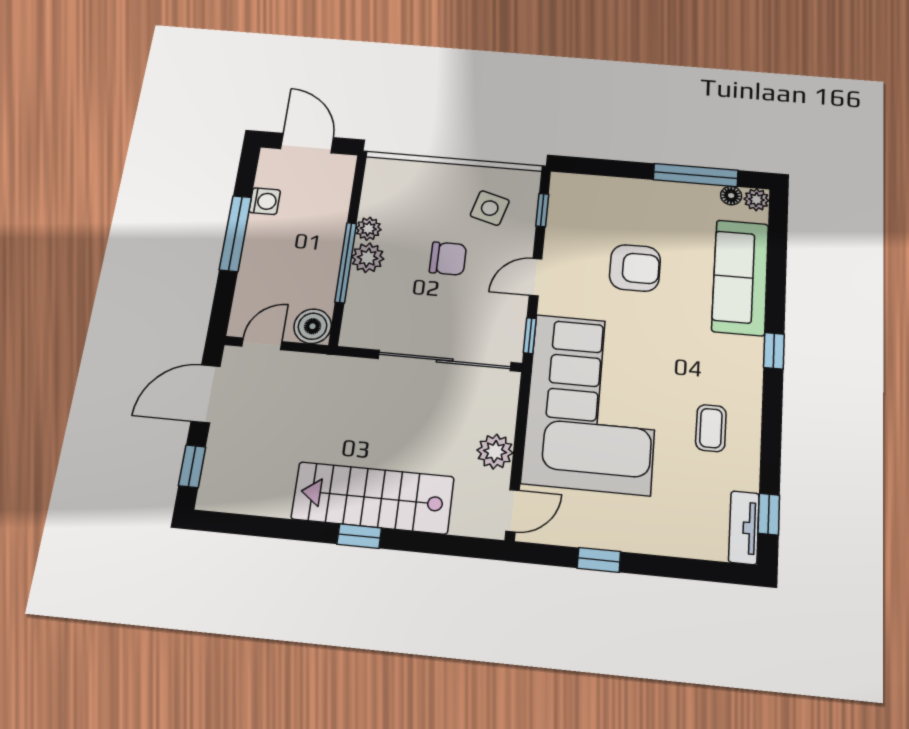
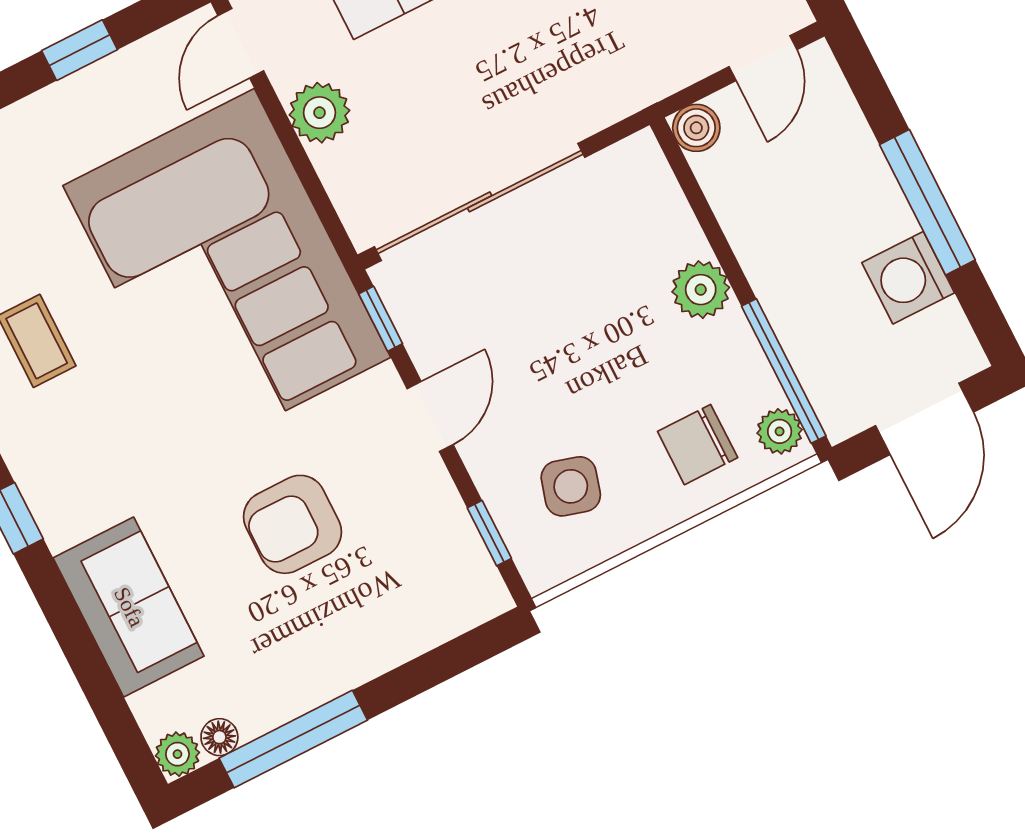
door: (307, 143) -> (925, 419), hinge flipped
washing machine: (265, 201) -> (908, 278), width x1.38, depth x1.38
plant: (368, 229) -> (780, 431), moved
chair: (448, 259) -> (698, 445), moved
window: (346, 263) -> (784, 371), moved
sofa: (740, 277) -> (129, 607), width x0.73
boiler: (313, 326) -> (696, 128), width x0.73, depth x0.73

